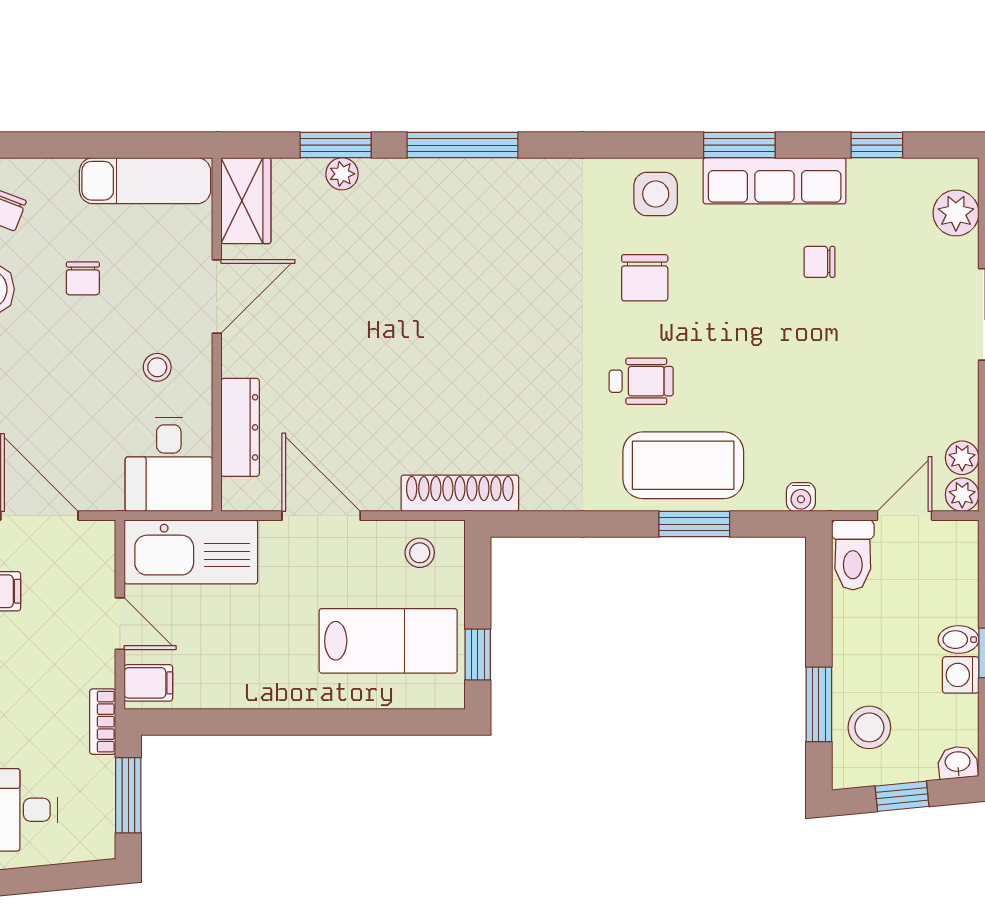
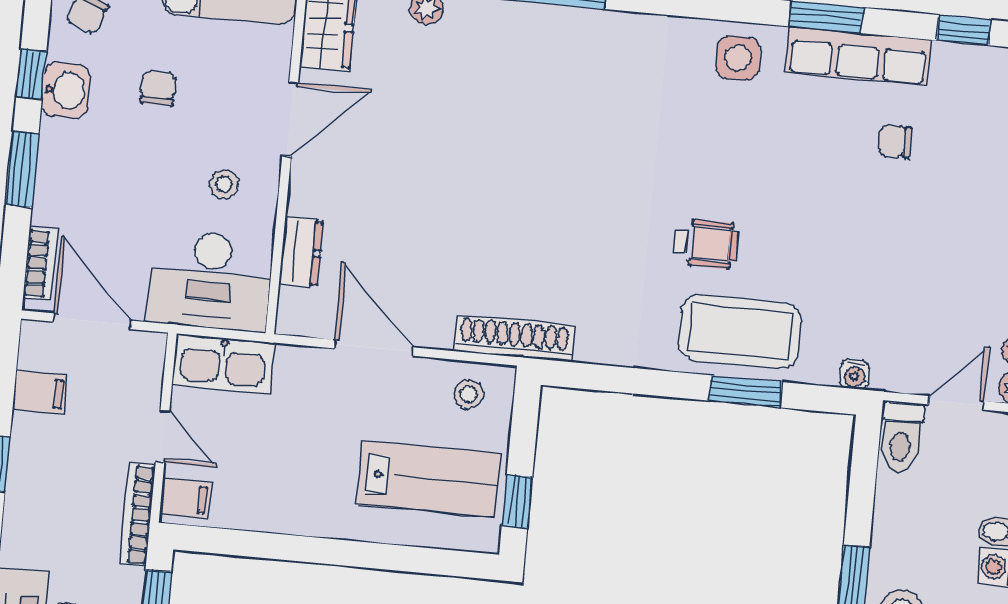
chair: (83, 278) -> (158, 88), turned 180
chair: (645, 278) -> (719, 141), removed
dresser: (240, 427) -> (301, 252), width x0.70
desk: (169, 464) -> (210, 281), width x1.37
kitchen sink: (191, 552) -> (223, 364), width x0.73, depth x0.81
bookcase: (103, 722) -> (138, 515), width x1.56

